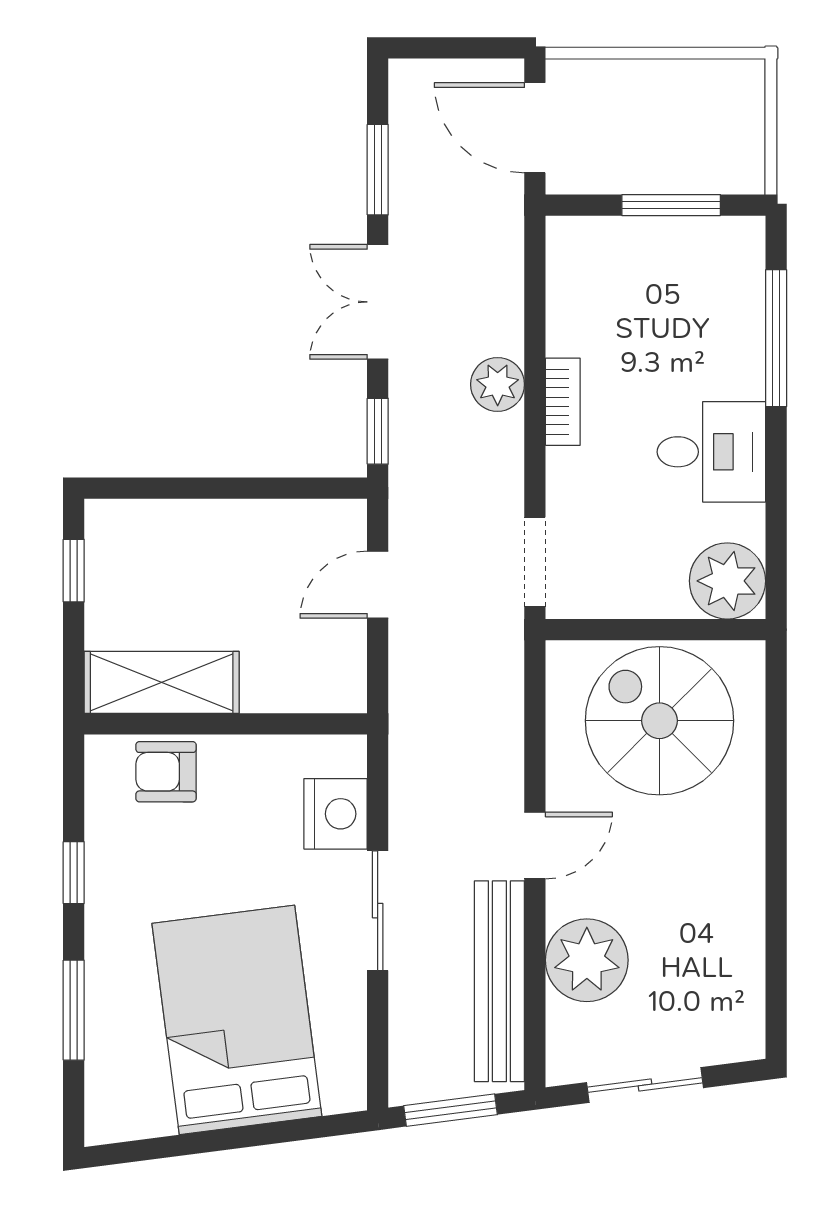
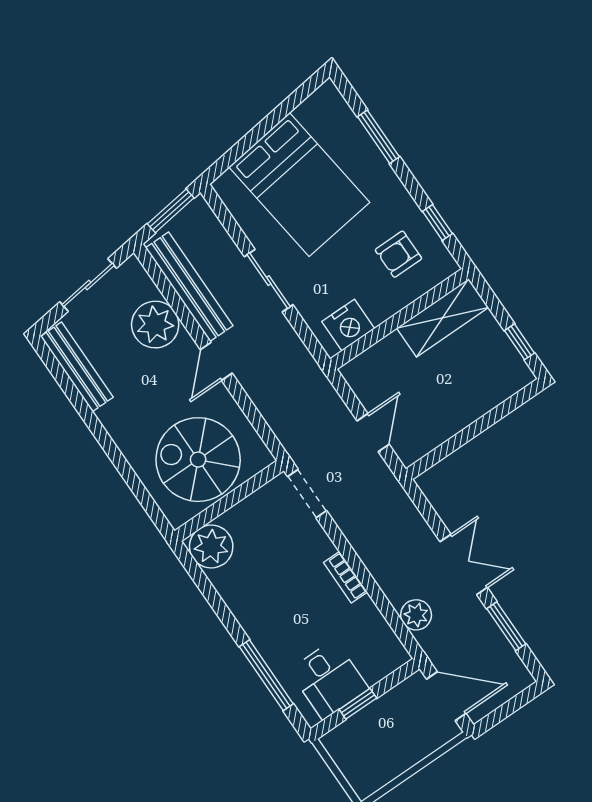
window: (671, 205) -> (358, 704), width x0.67
plant: (498, 384) -> (416, 615), moved
window: (378, 431) -> (422, 504), removed
desk: (711, 452) -> (329, 679), moved, turned -90
spiral stairs: (659, 721) -> (198, 460), turned 180
armchair: (166, 772) -> (398, 254), moved, turned 180
nightstand: (336, 814) -> (348, 325), moved, turned -90
window: (74, 873) -> (437, 222), moved
bench: (743, 977) -> (77, 367), added

